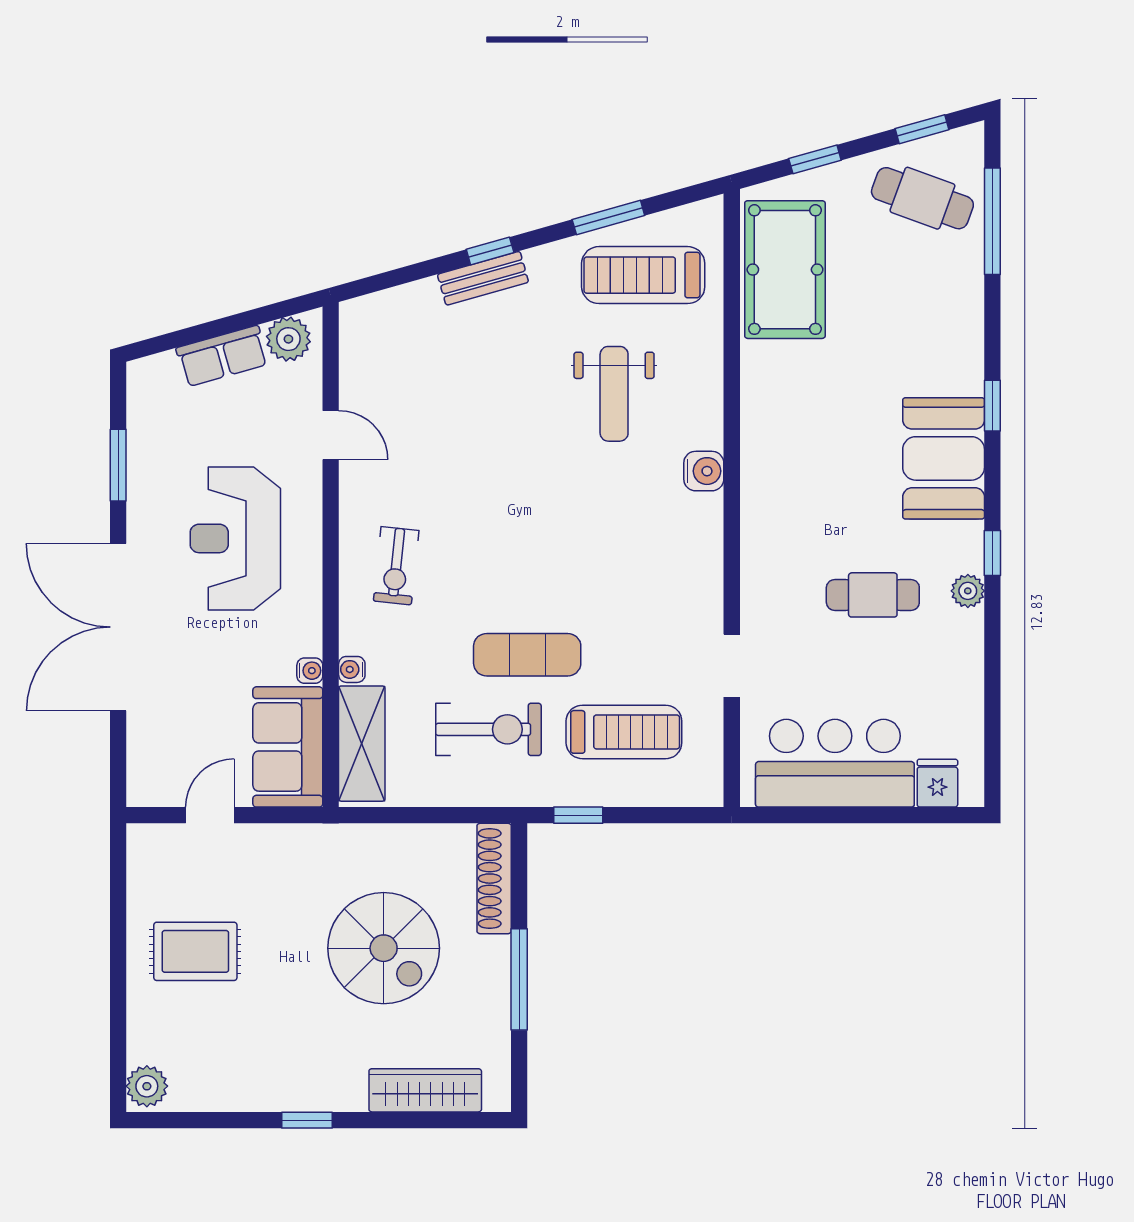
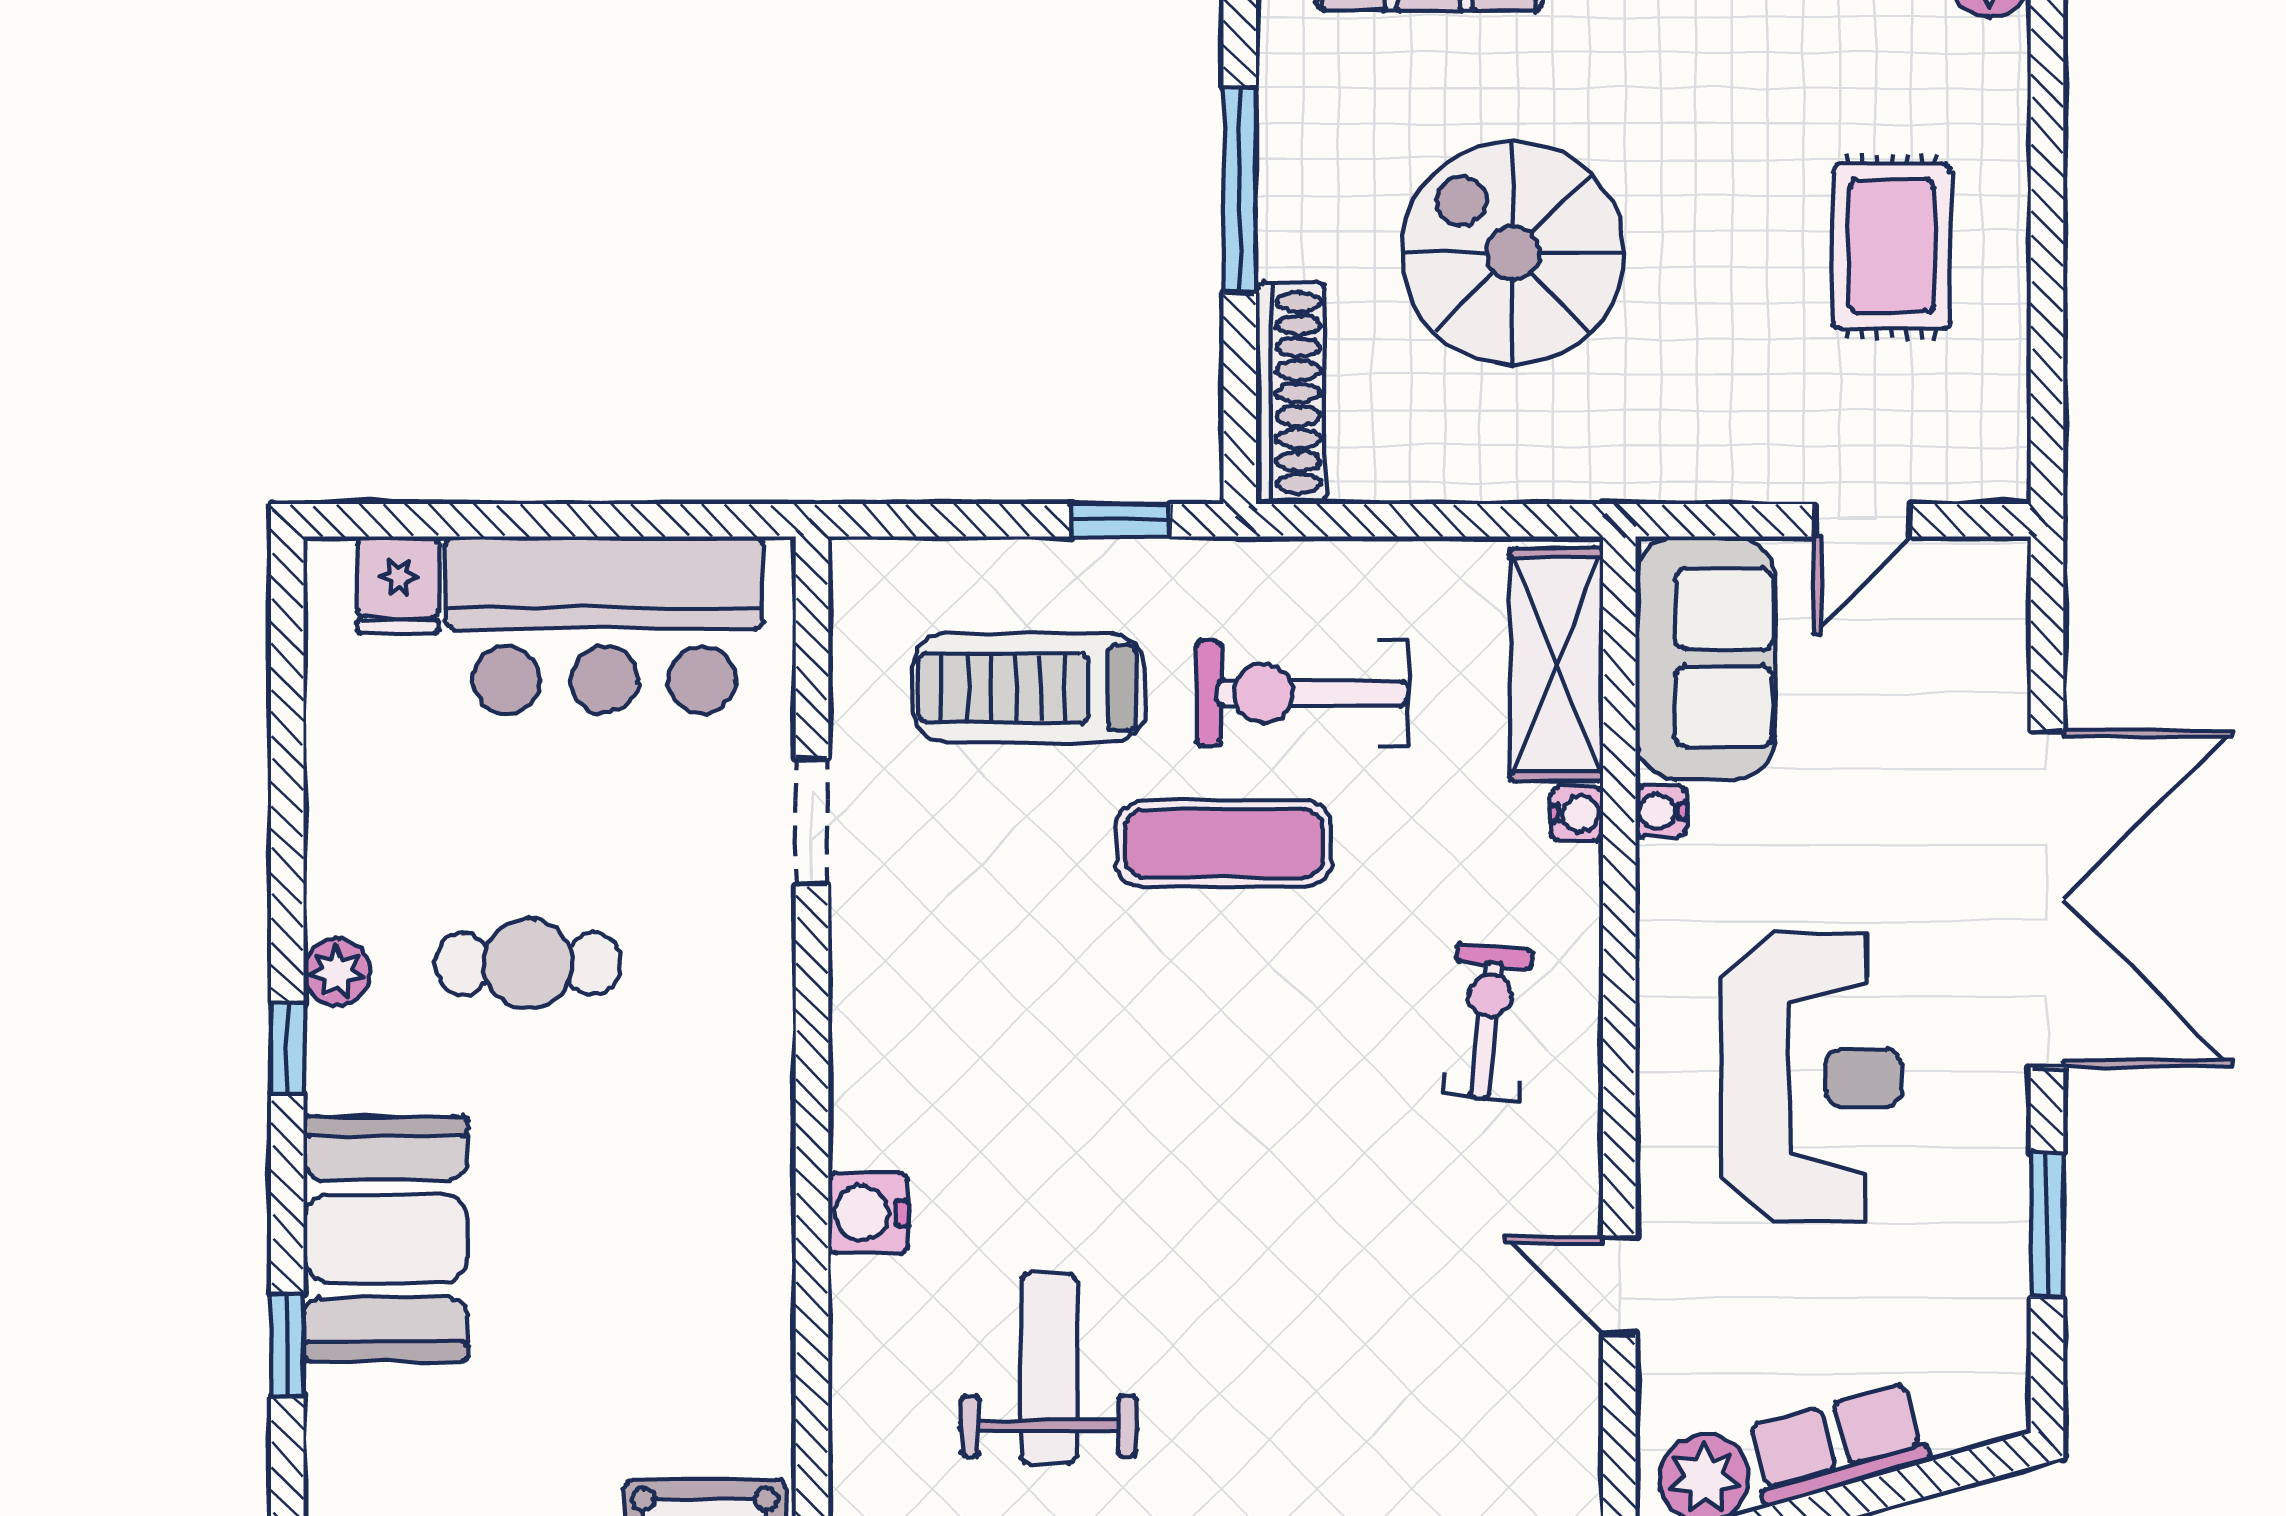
rug: (195, 951) -> (1892, 246), turned 90

